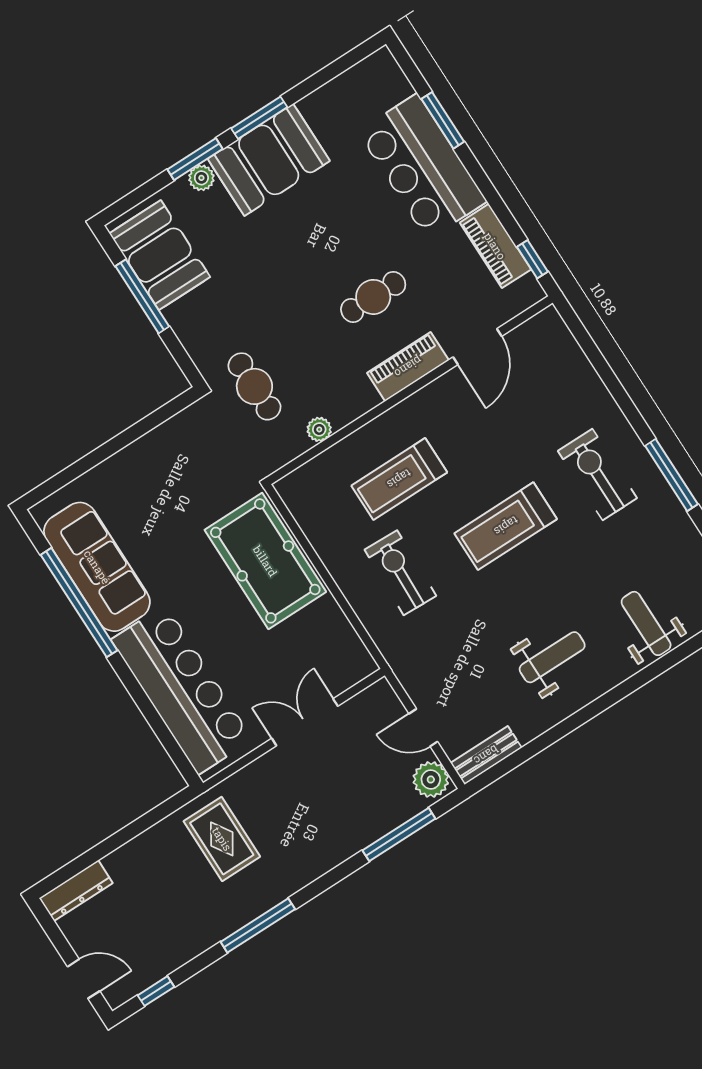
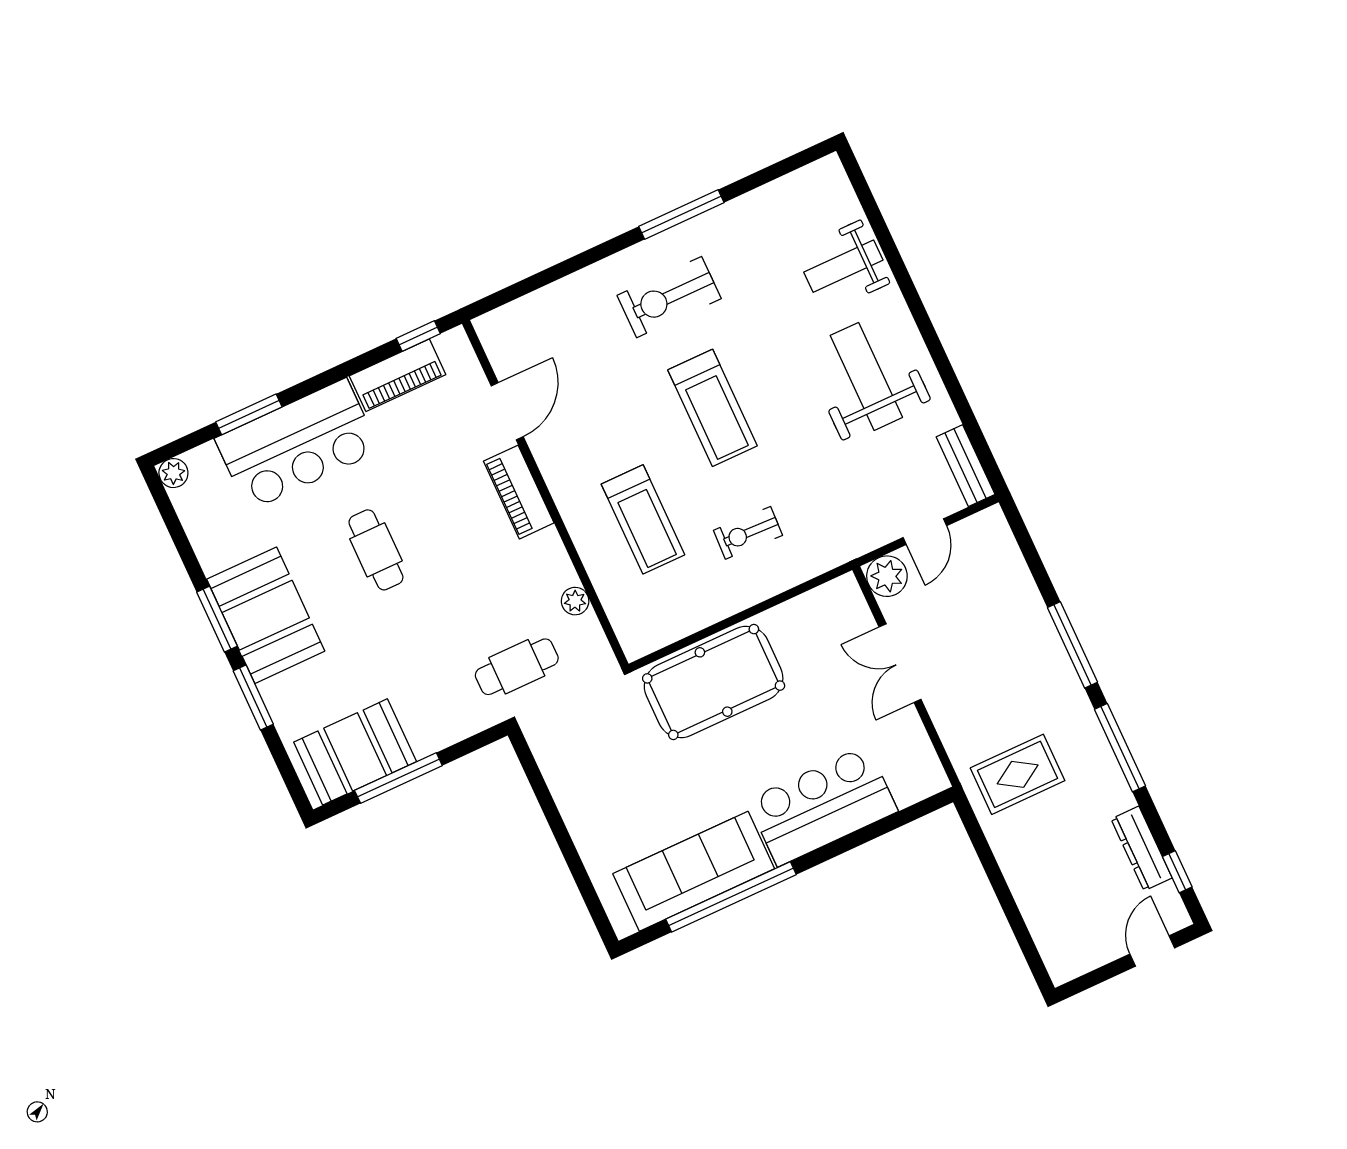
plant: (201, 178) -> (173, 473), moved
cafe table: (373, 297) -> (376, 550), moved
door: (477, 347) -> (507, 411), hinge flipped
exercise bike: (400, 573) -> (748, 533), width x0.73, depth x0.72
weight bench: (552, 657) -> (866, 376), width x1.36, depth x1.33
bar counter: (182, 690) -> (822, 806), width x0.73
plant: (431, 780) -> (887, 576), moved
window: (399, 834) -> (1072, 645), moved
dresser: (76, 891) -> (1142, 848), moved, turned 180

